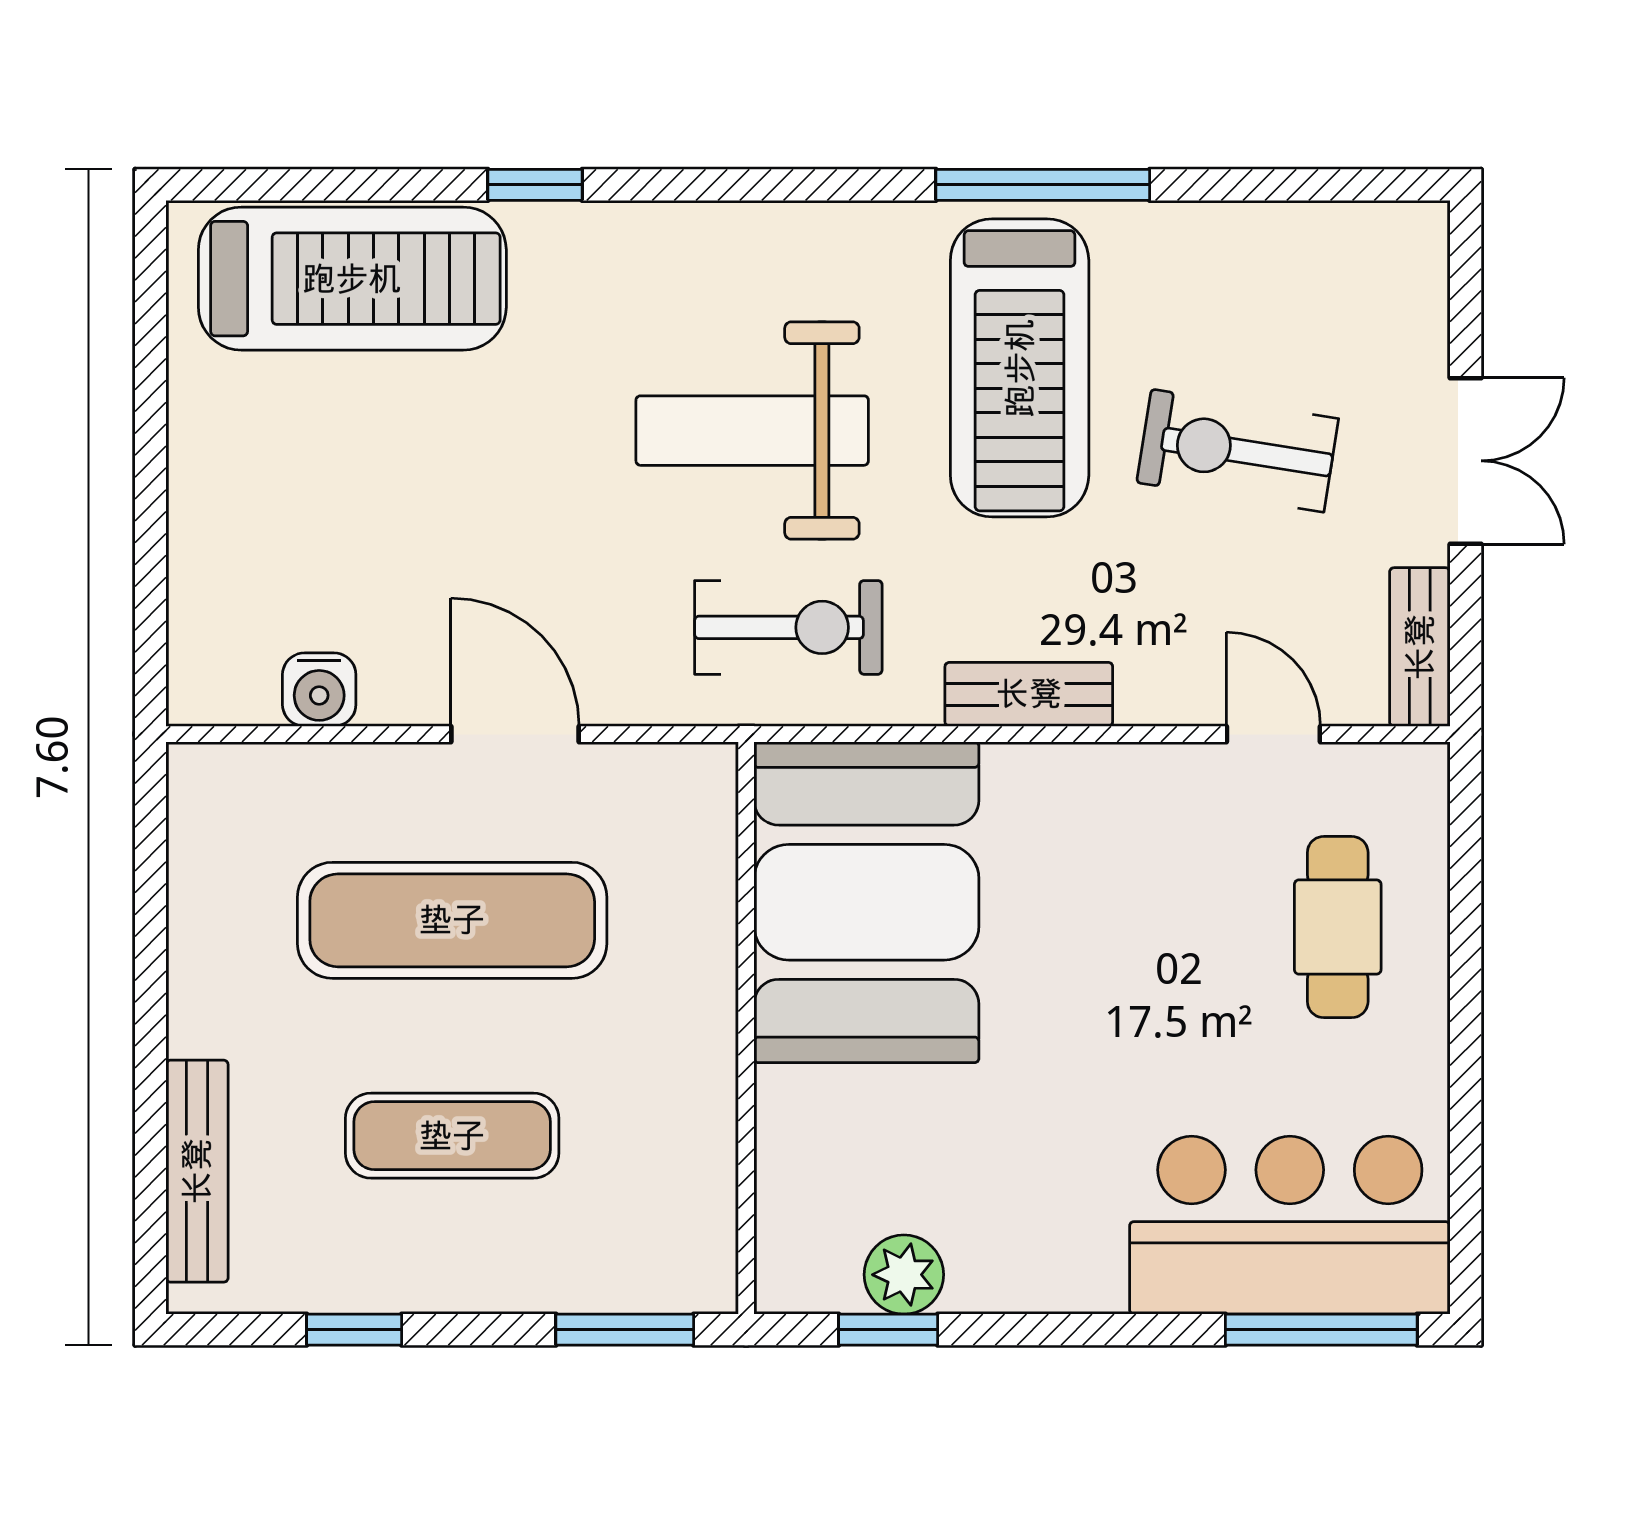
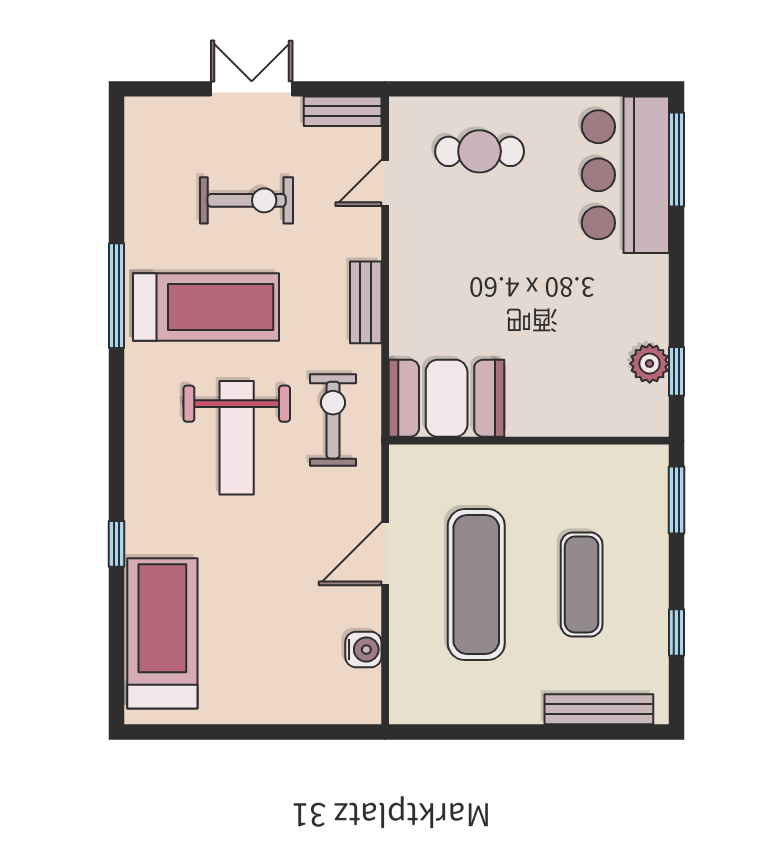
exercise bike: (1238, 451) -> (247, 200), turned -99
booth: (866, 902) -> (447, 398), width x0.73, depth x0.70

